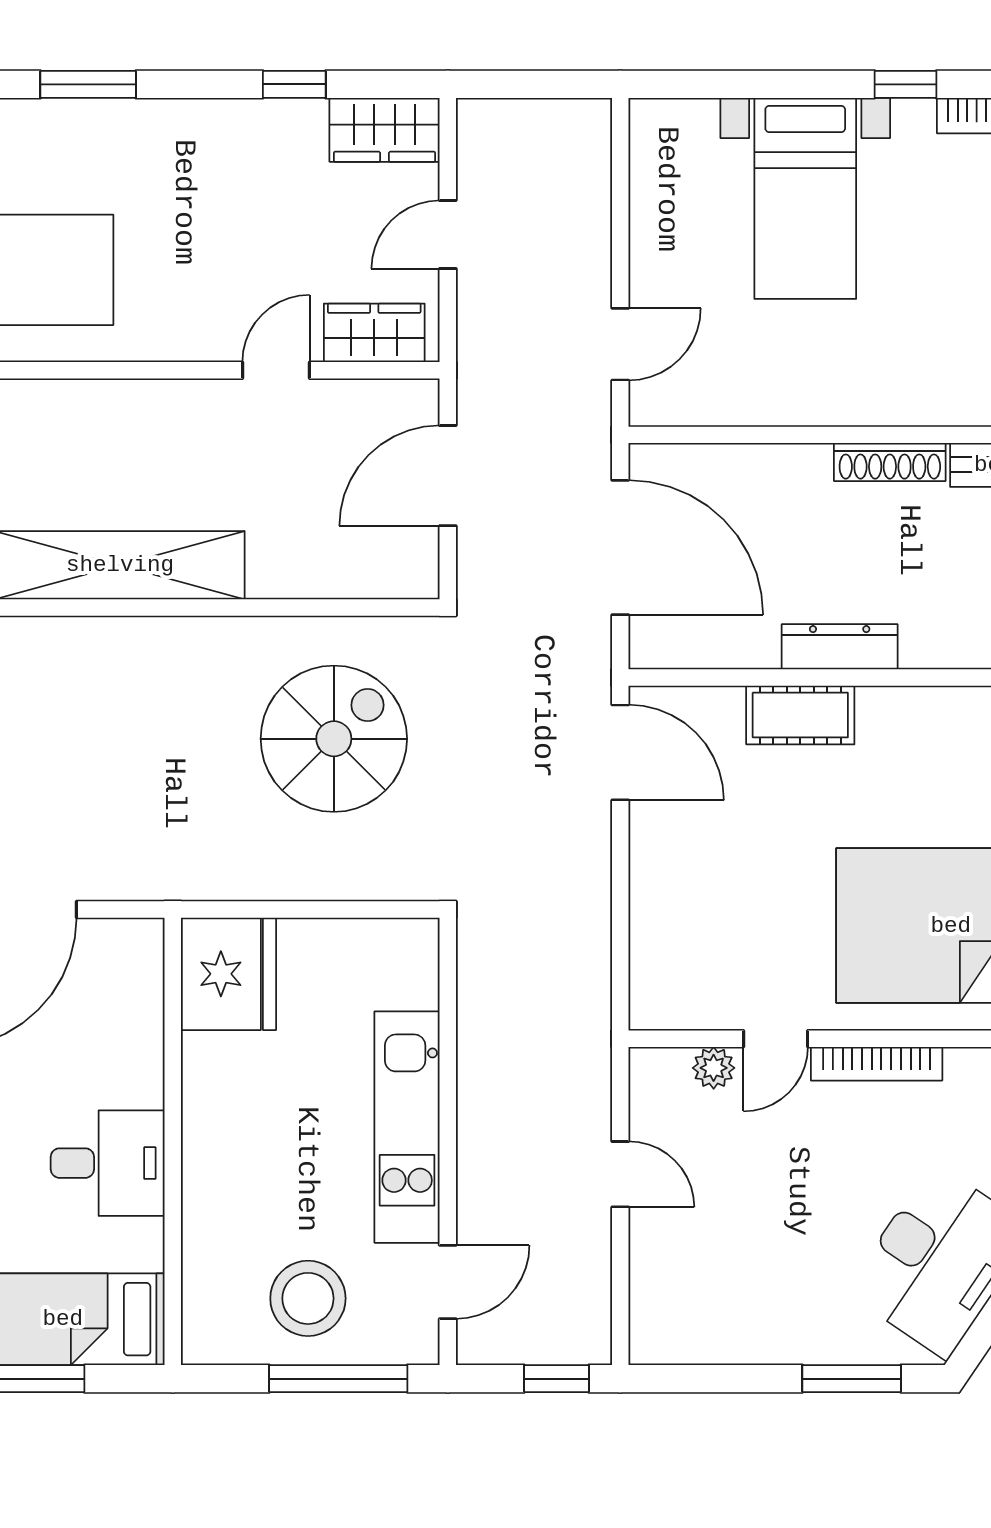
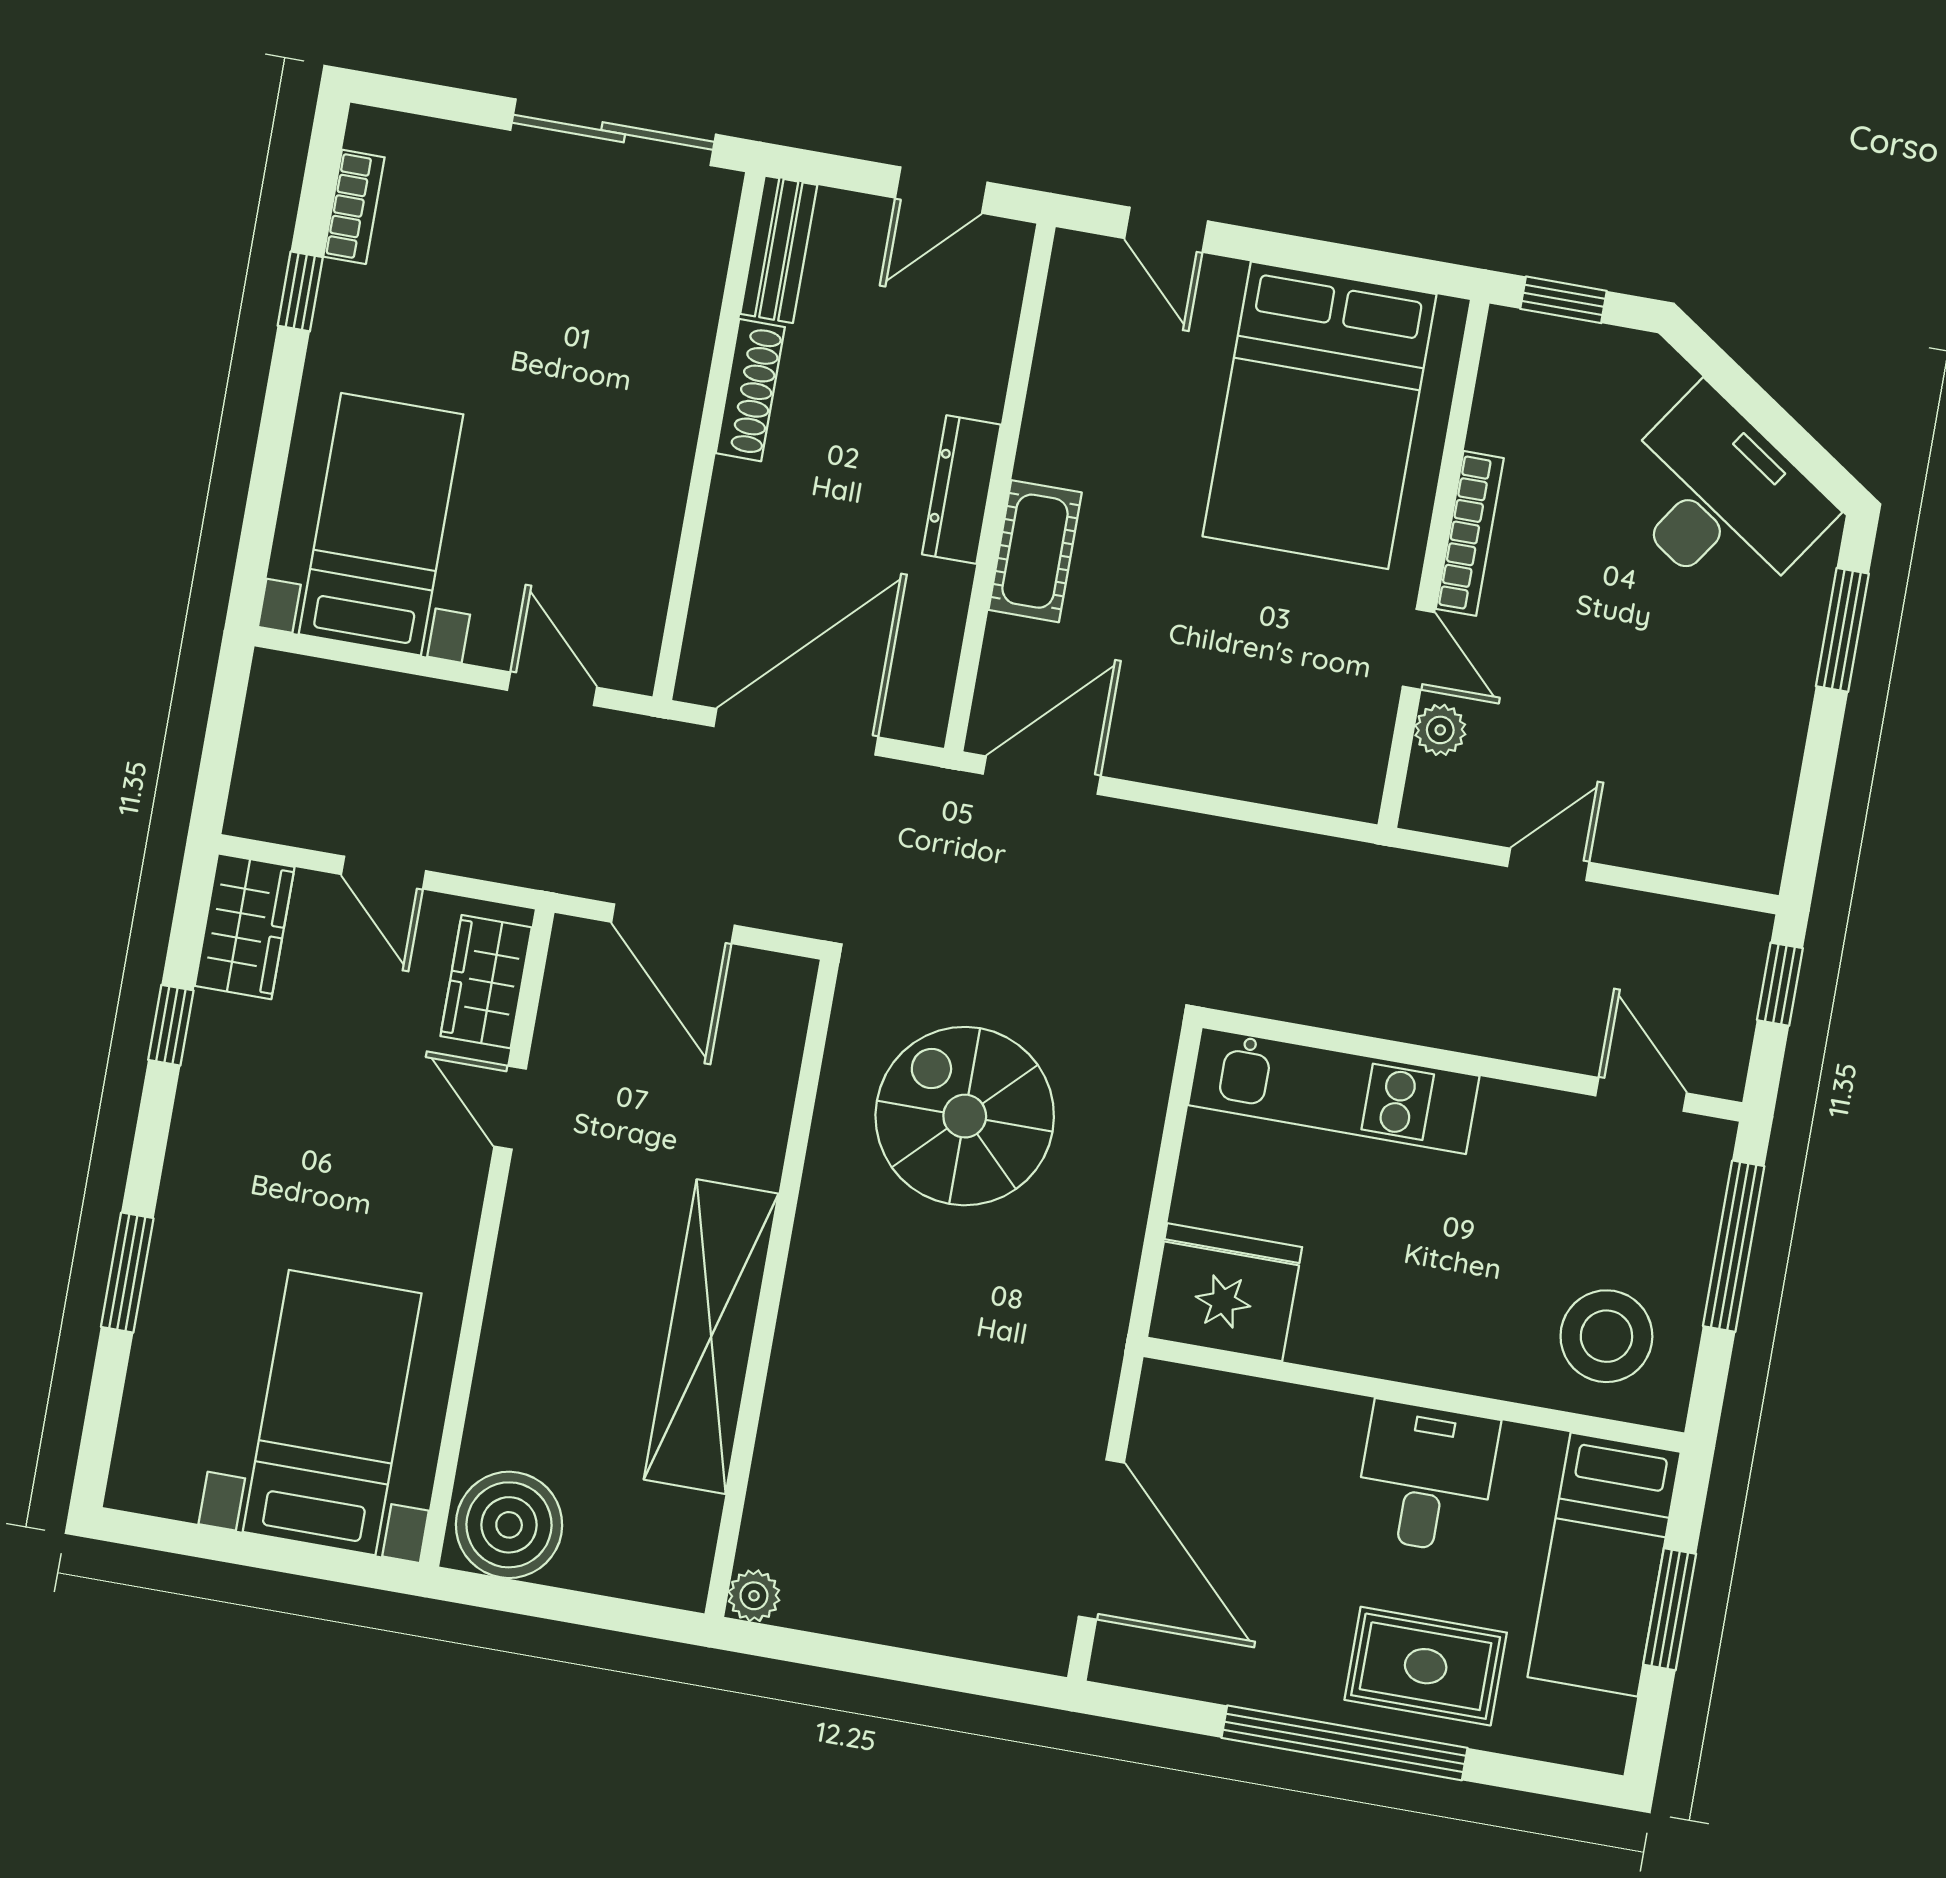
bed with nightstands: (805, 198) -> (381, 524), moved, turned -90
kitchen unit: (407, 1127) -> (1334, 1091), moved
stool: (308, 1298) -> (1606, 1336), moved

